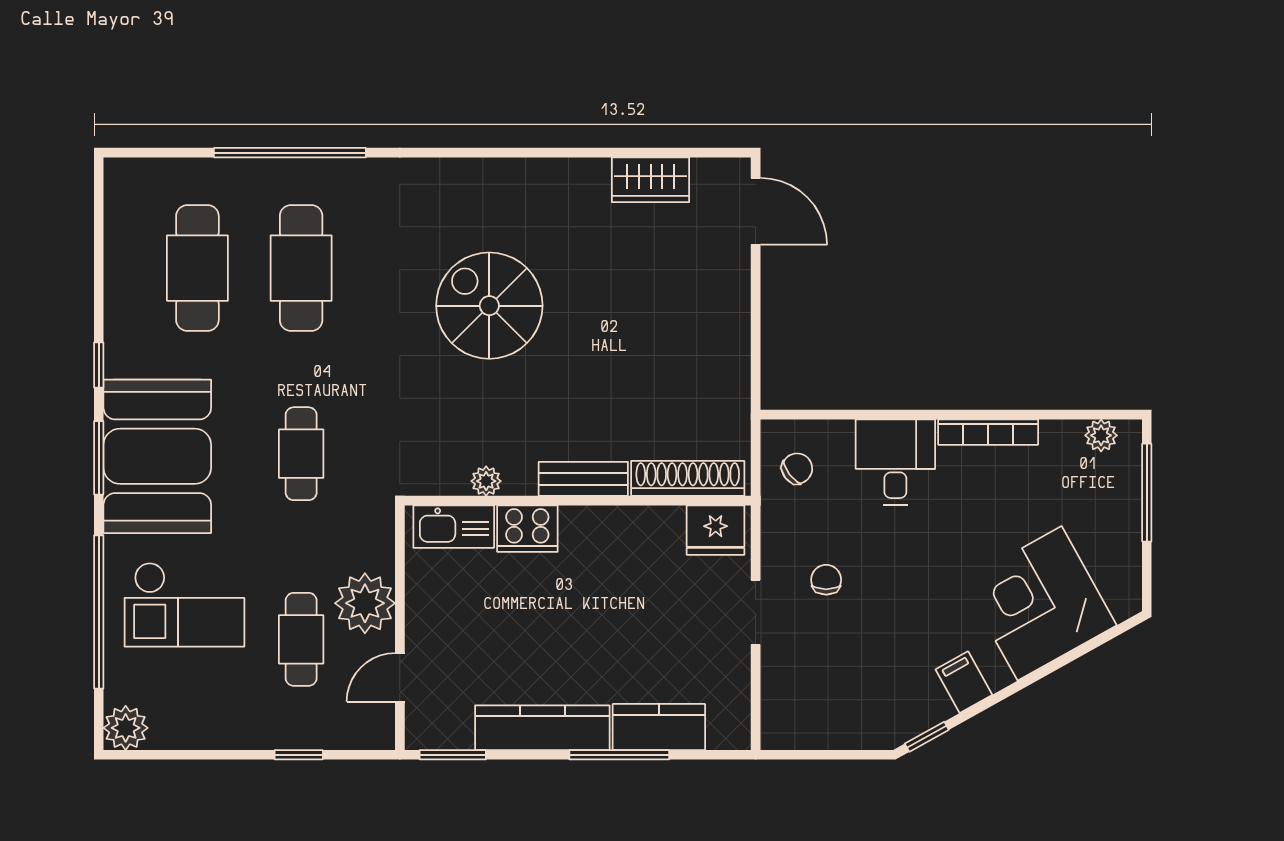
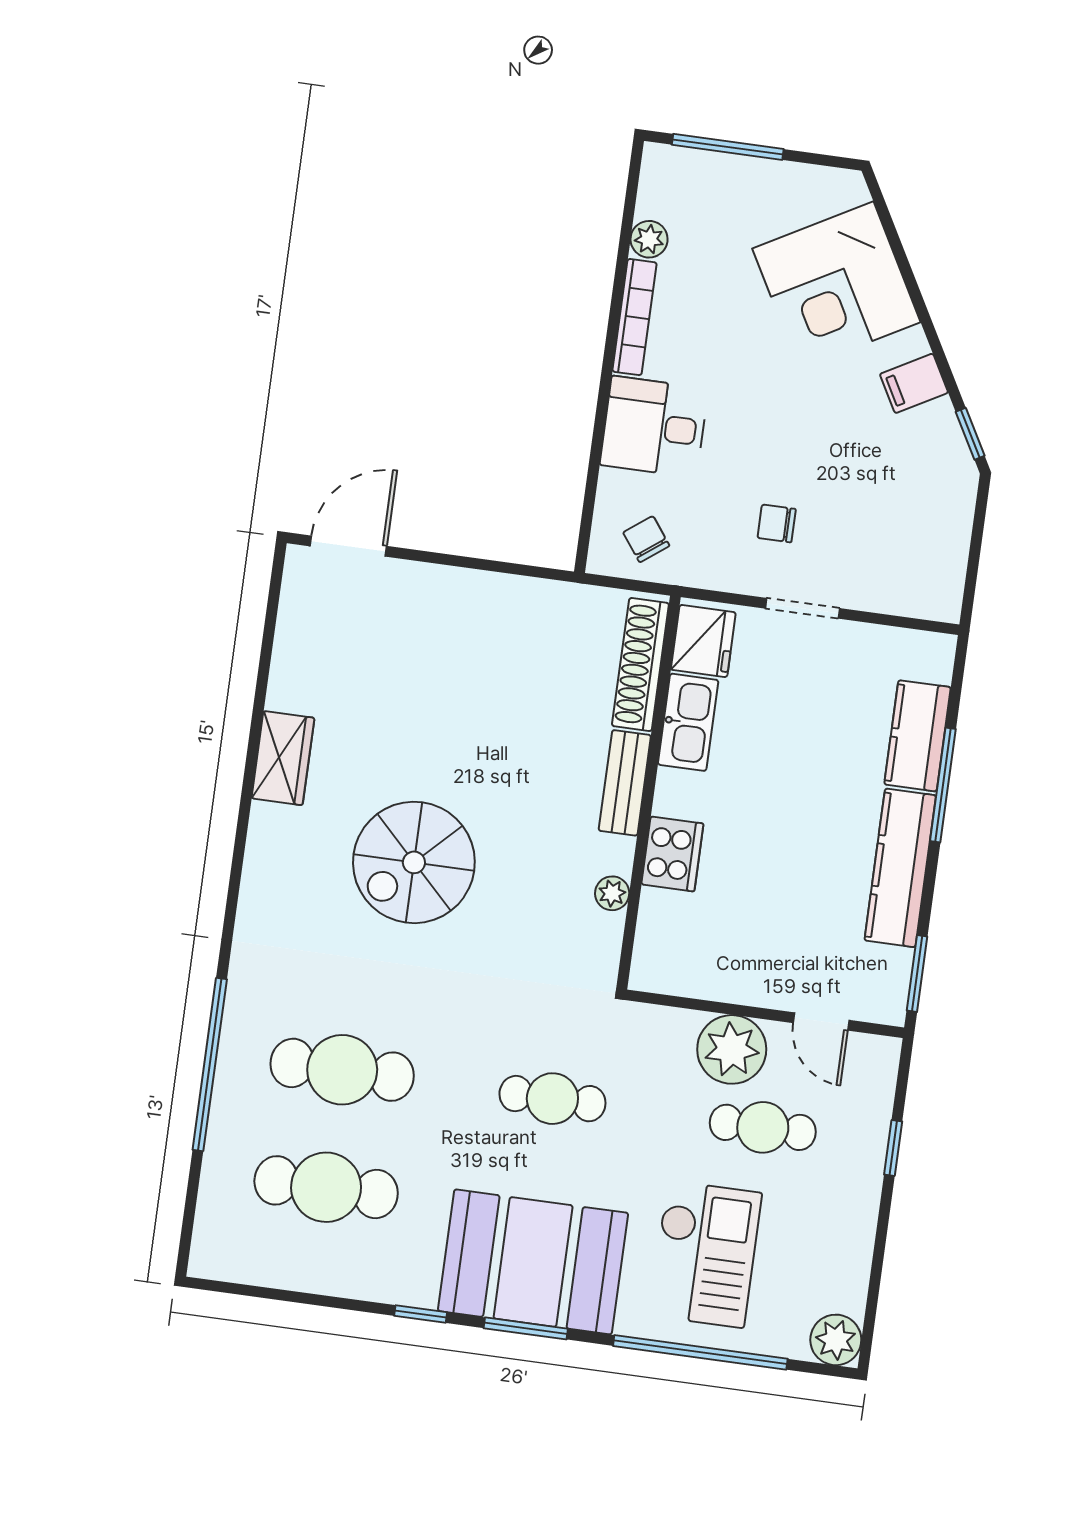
wardrobe: (651, 180) -> (283, 758), moved
plant: (1101, 435) -> (649, 239), moved
kitchen sink: (454, 527) -> (688, 722), moved

